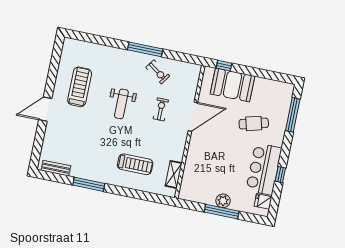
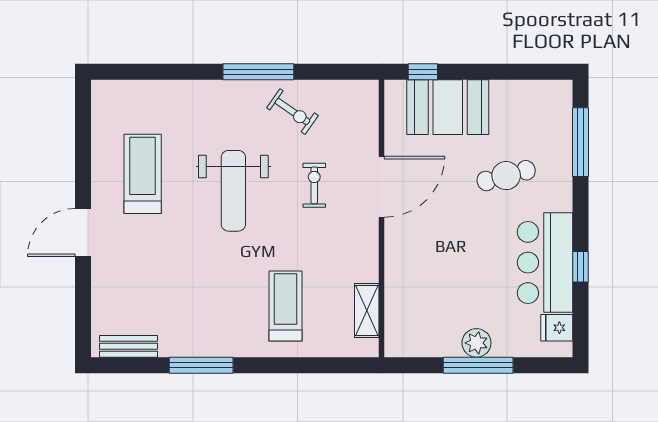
weight bench: (121, 104) -> (233, 191), width x1.36, depth x1.33
treadmill: (135, 164) -> (285, 306), turned -90

